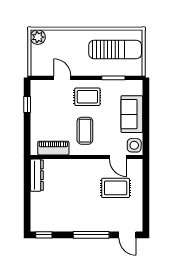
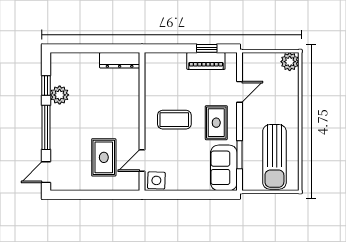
sofa: (132, 114) -> (224, 168), moved, turned -90
piano: (53, 148) -> (206, 61), moved, turned 90
plant: (65, 224) -> (60, 95), added
window: (44, 235) -> (46, 86), moved

